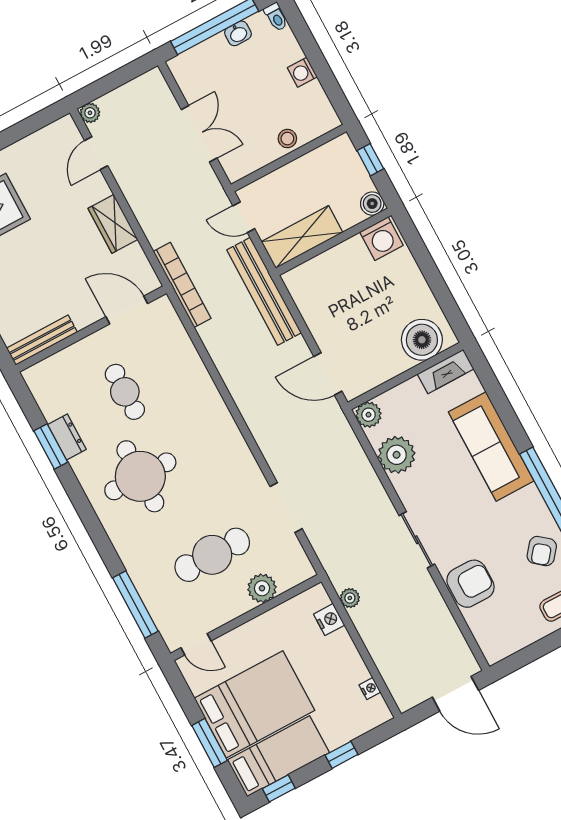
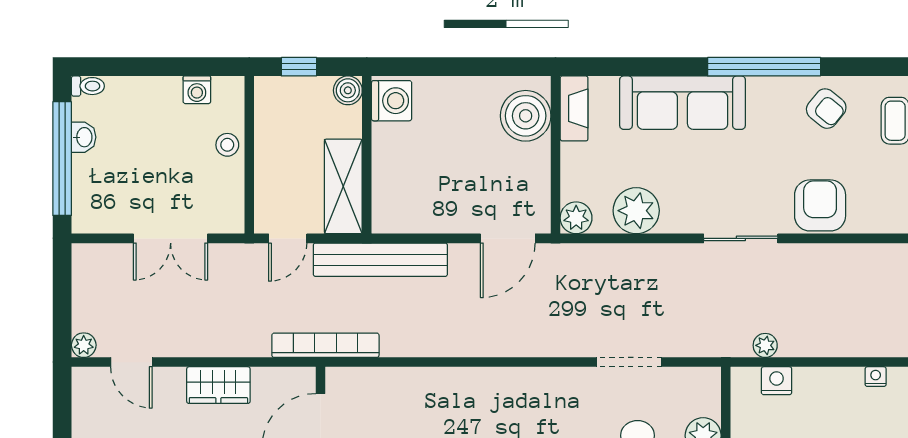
washing machine: (302, 72) -> (197, 90), moved
double door: (199, 134) -> (171, 238), swing flipped

